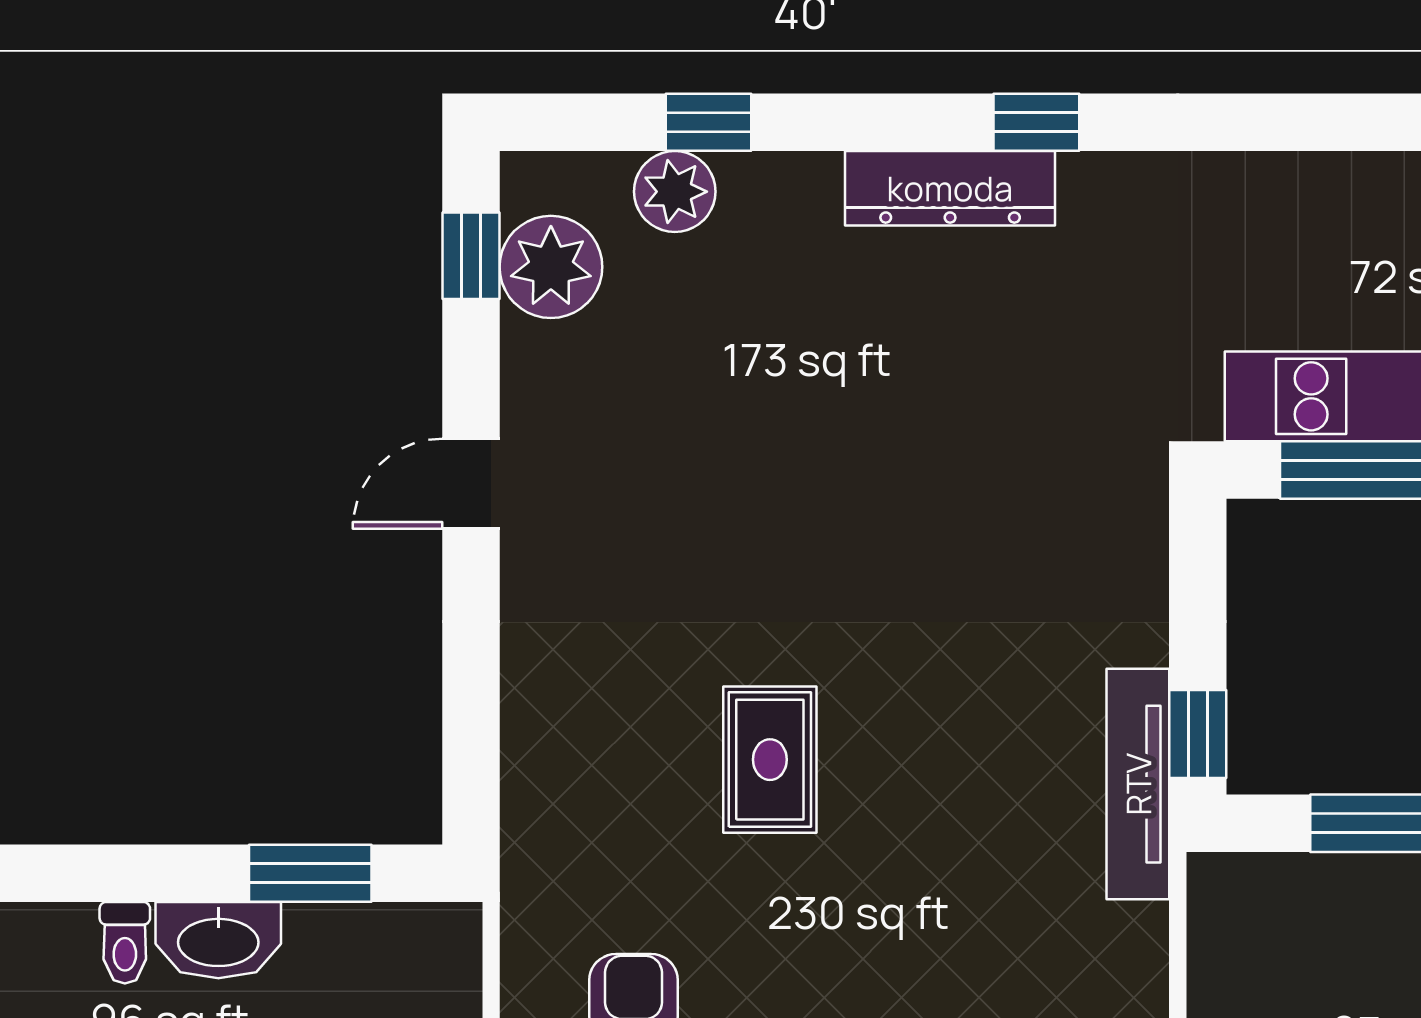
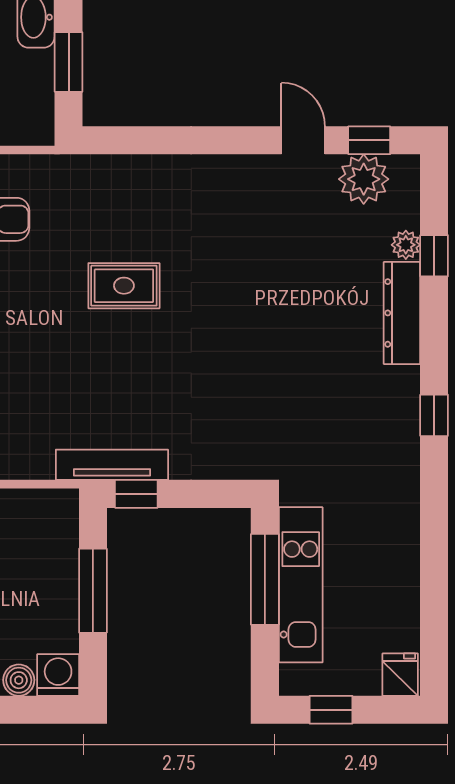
dresser: (950, 188) -> (402, 313), moved
plant: (675, 192) -> (406, 245), width x0.73, depth x0.73
door: (471, 484) -> (303, 140), moved

